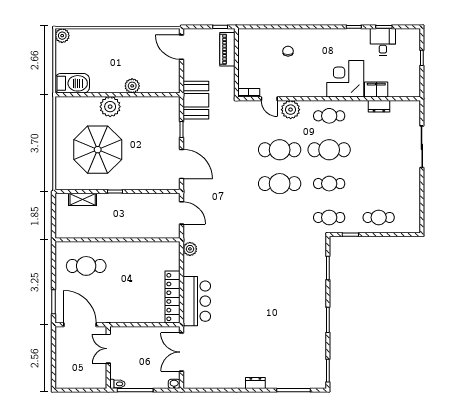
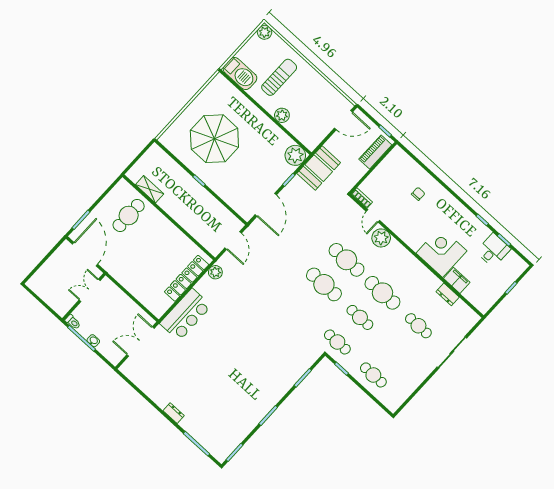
door: (181, 47) -> (344, 120), swing flipped
sun lounger: (104, 59) -> (279, 77), added
plant: (110, 107) -> (295, 155), moved
cafe table: (329, 116) -> (418, 326), moved
shelving: (83, 199) -> (150, 189), moved
cafe table: (86, 266) -> (129, 215), turned 90
locker: (173, 297) -> (187, 278), moved
washbasin: (174, 384) -> (93, 341), moved

